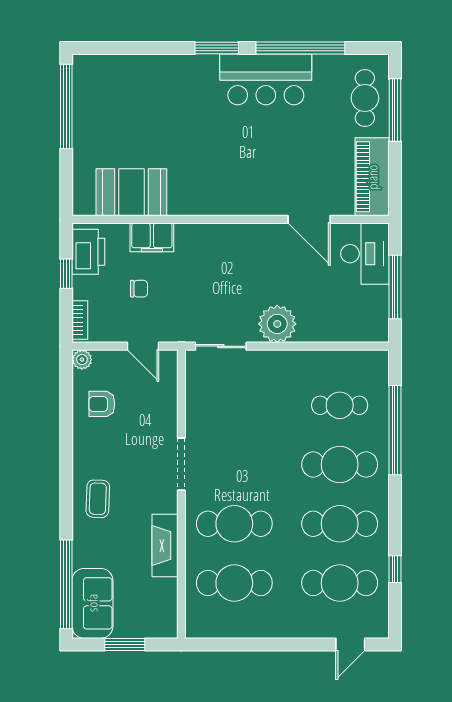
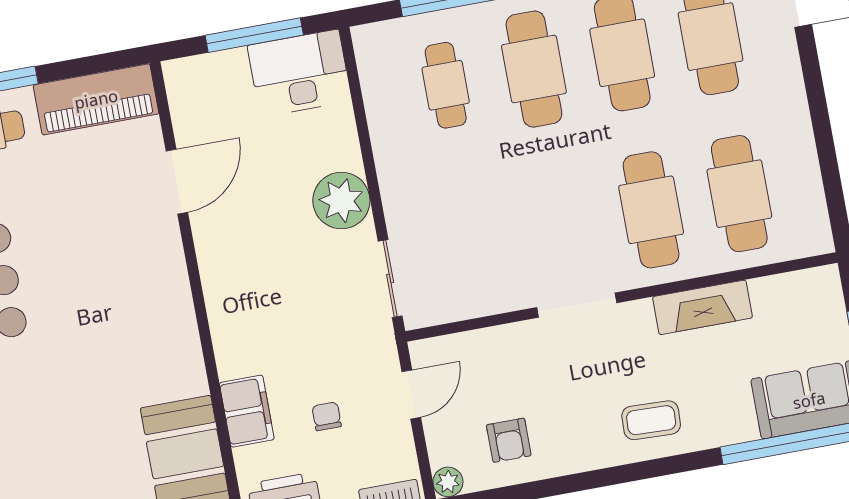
desk: (365, 254) -> (300, 73), moved

